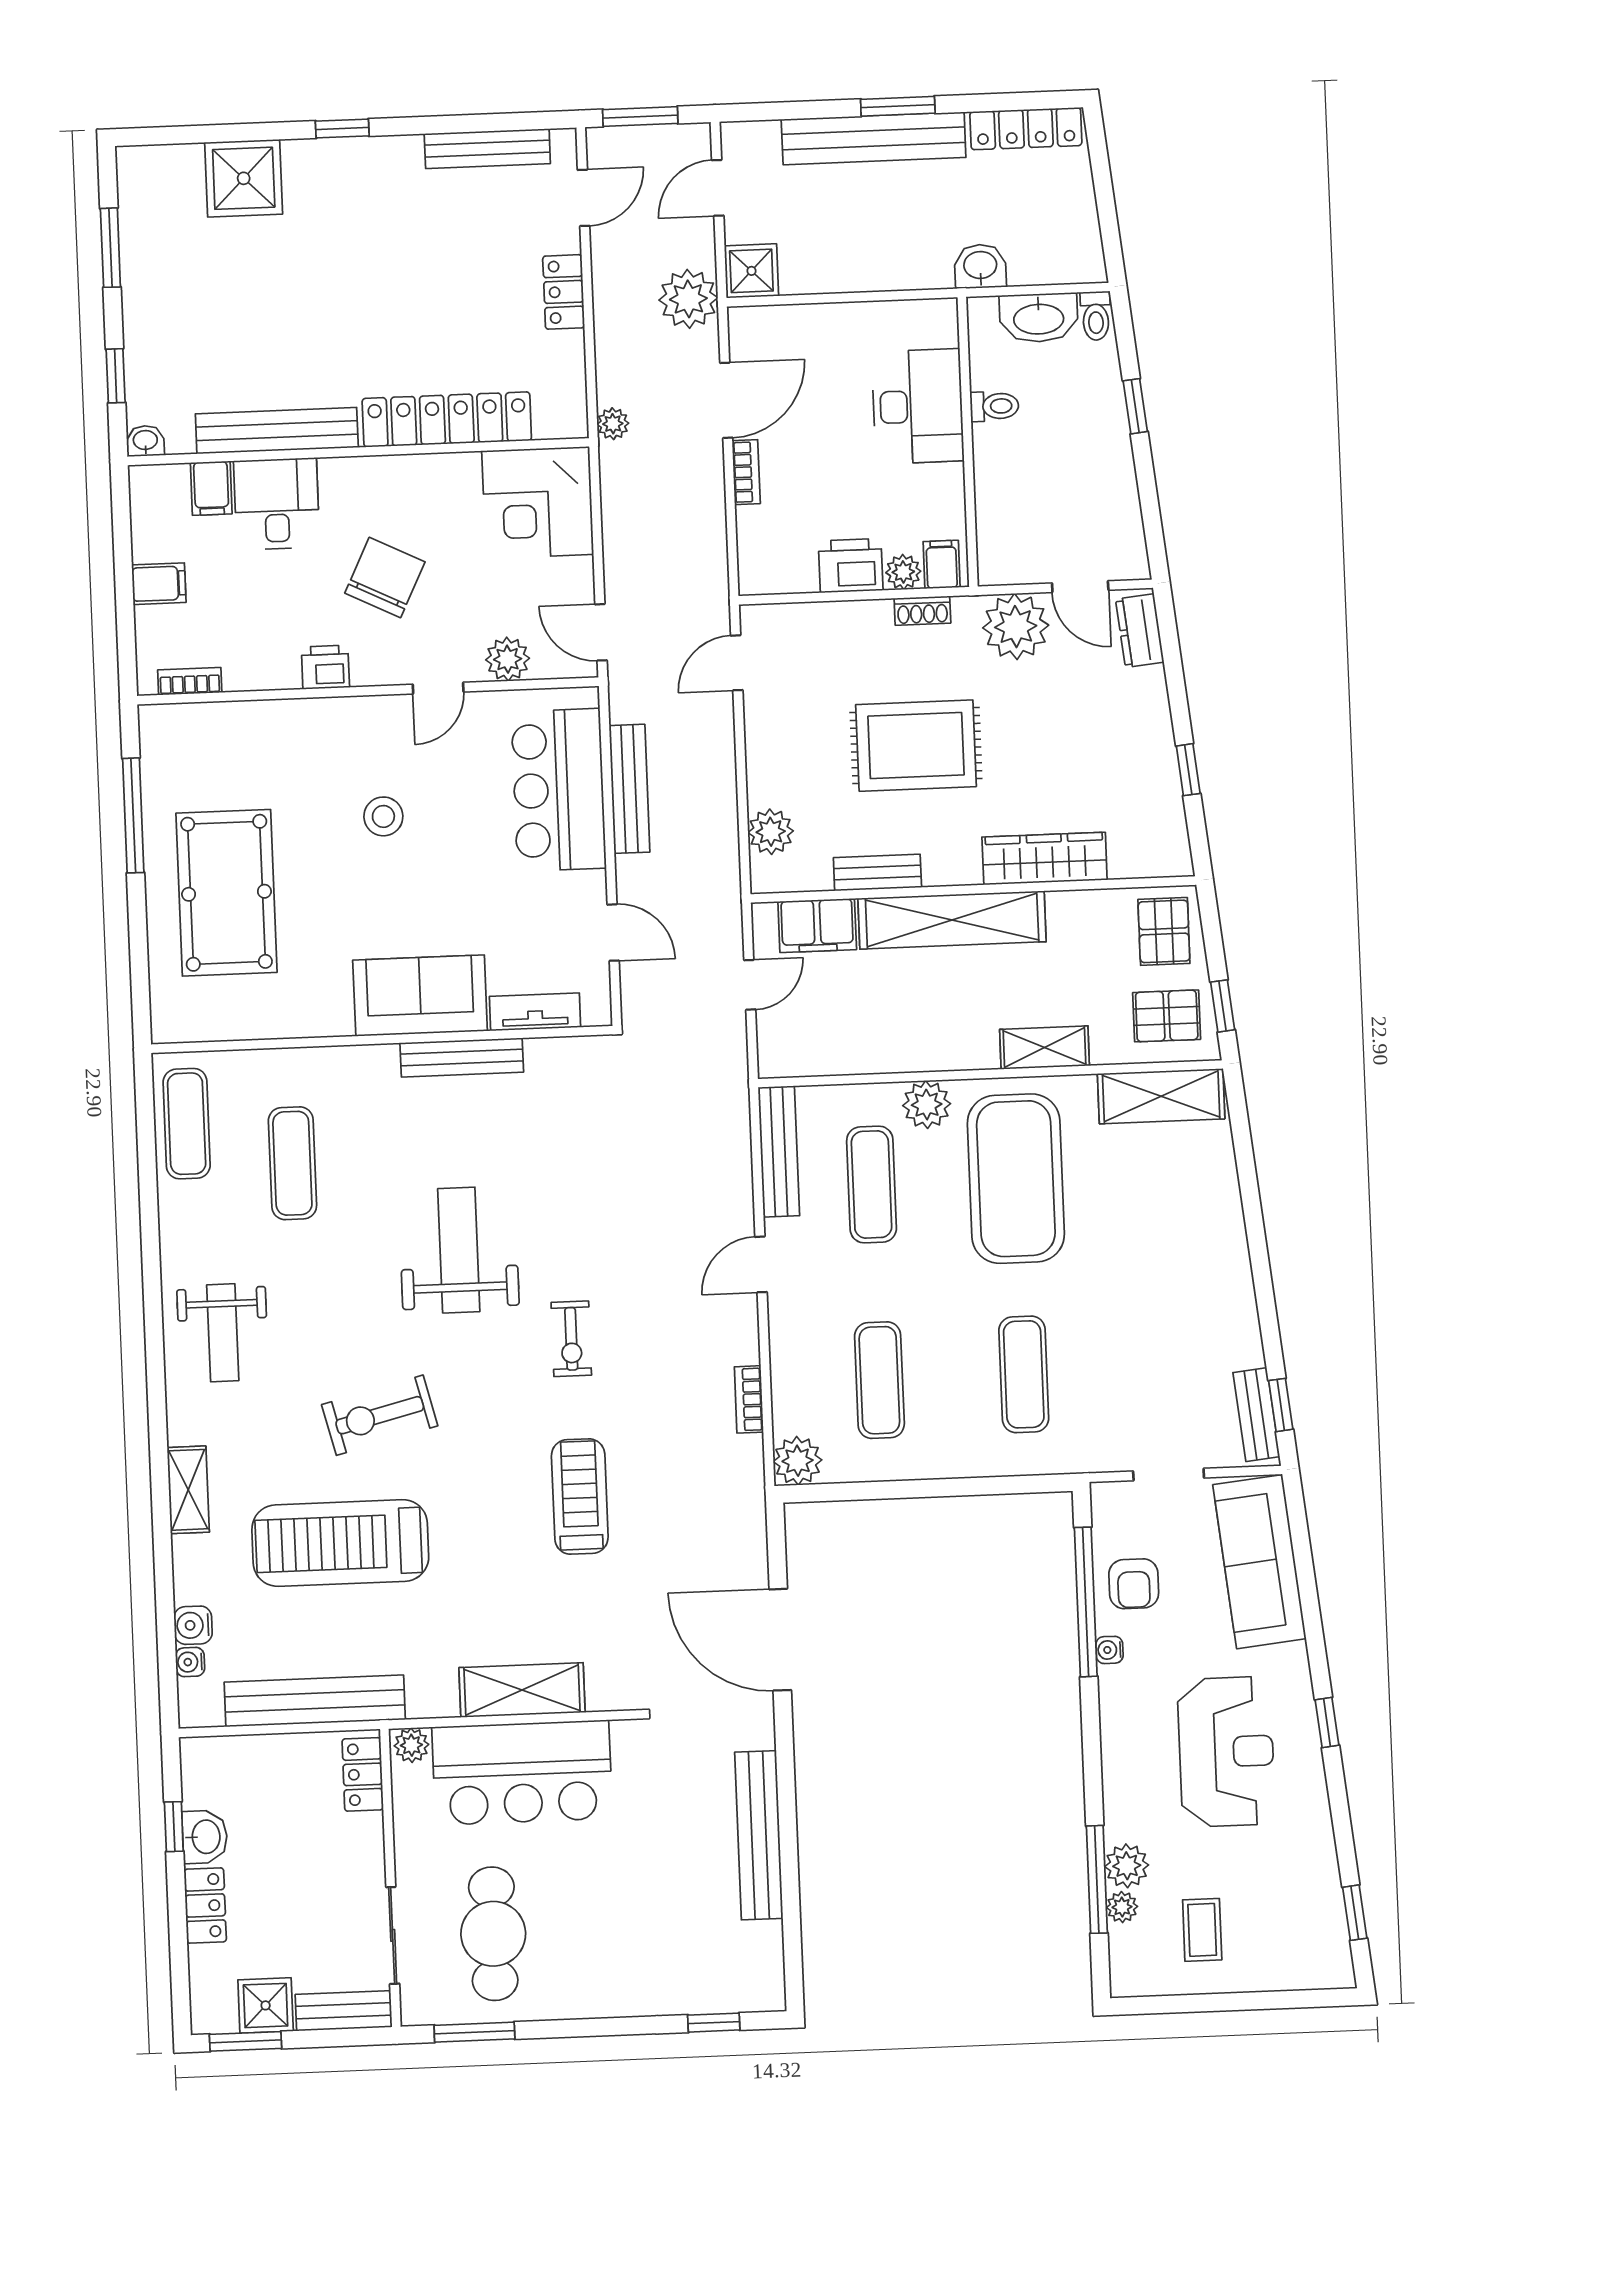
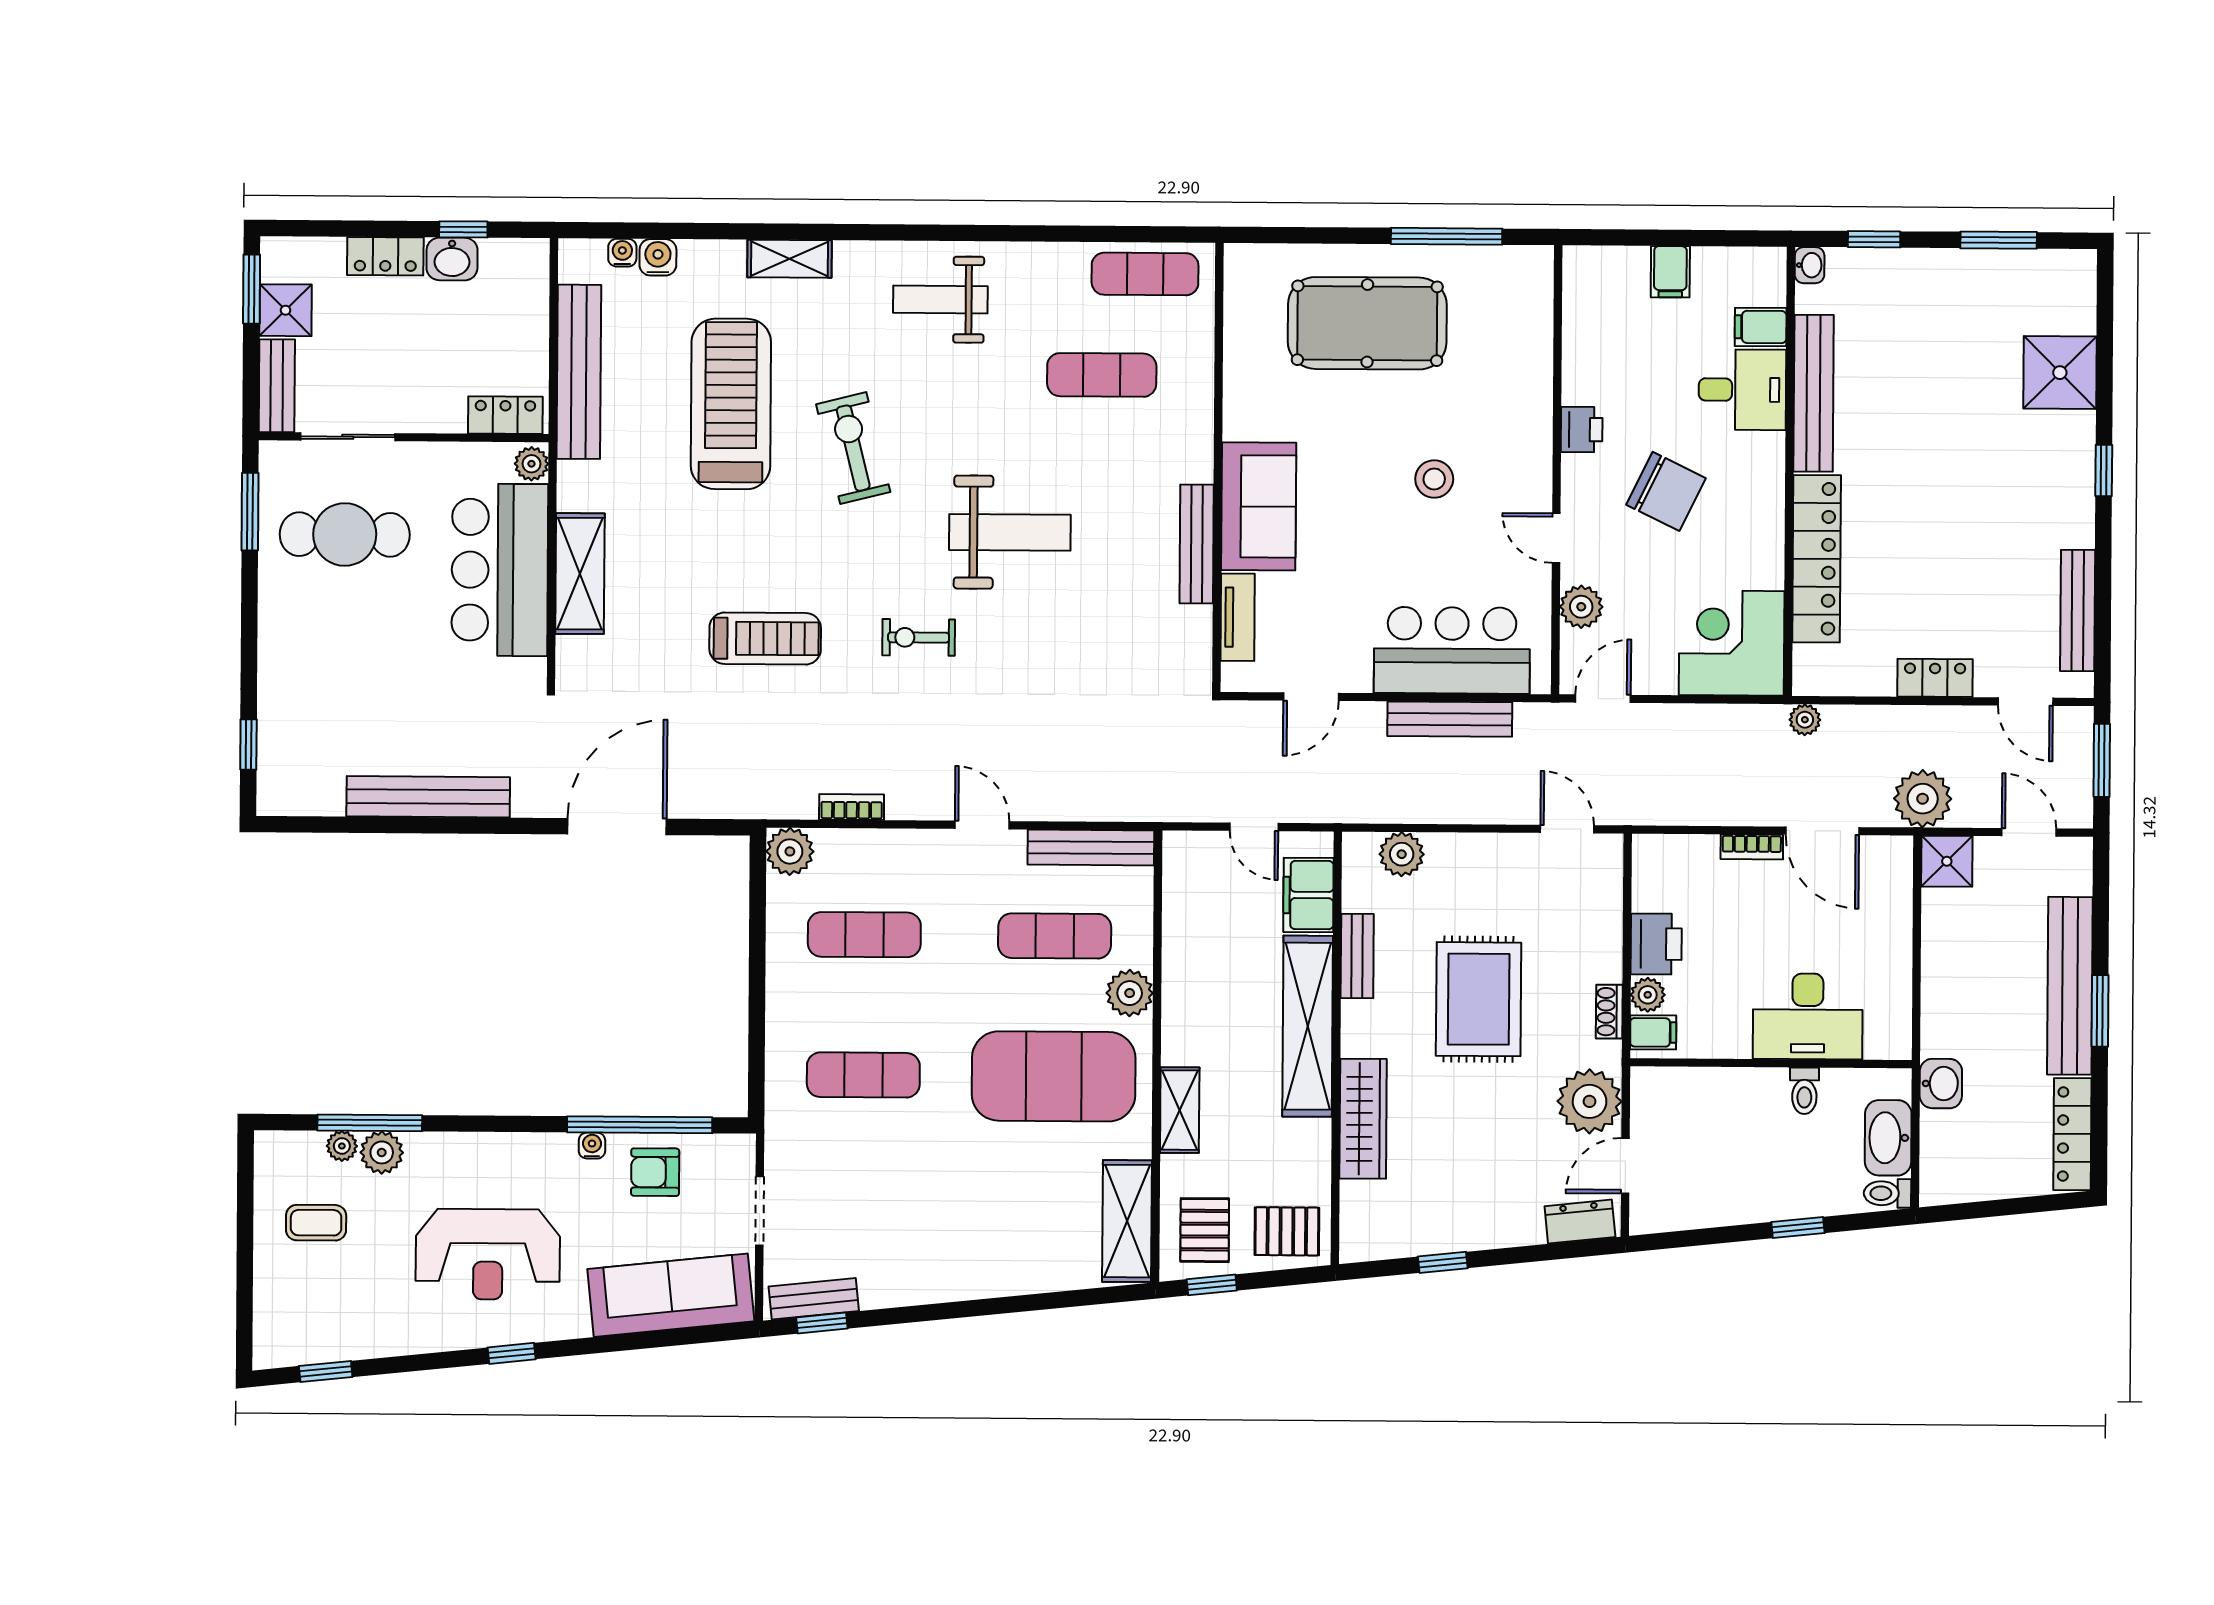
bookcase: (190, 681) -> (1574, 297), removed

